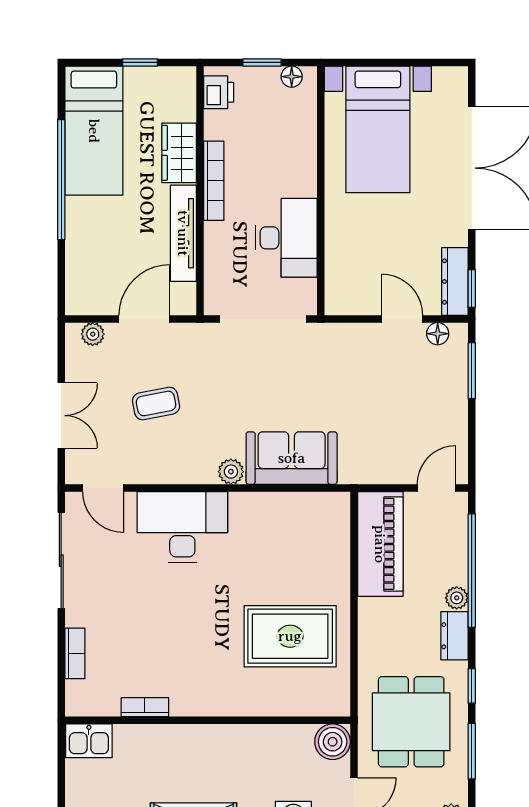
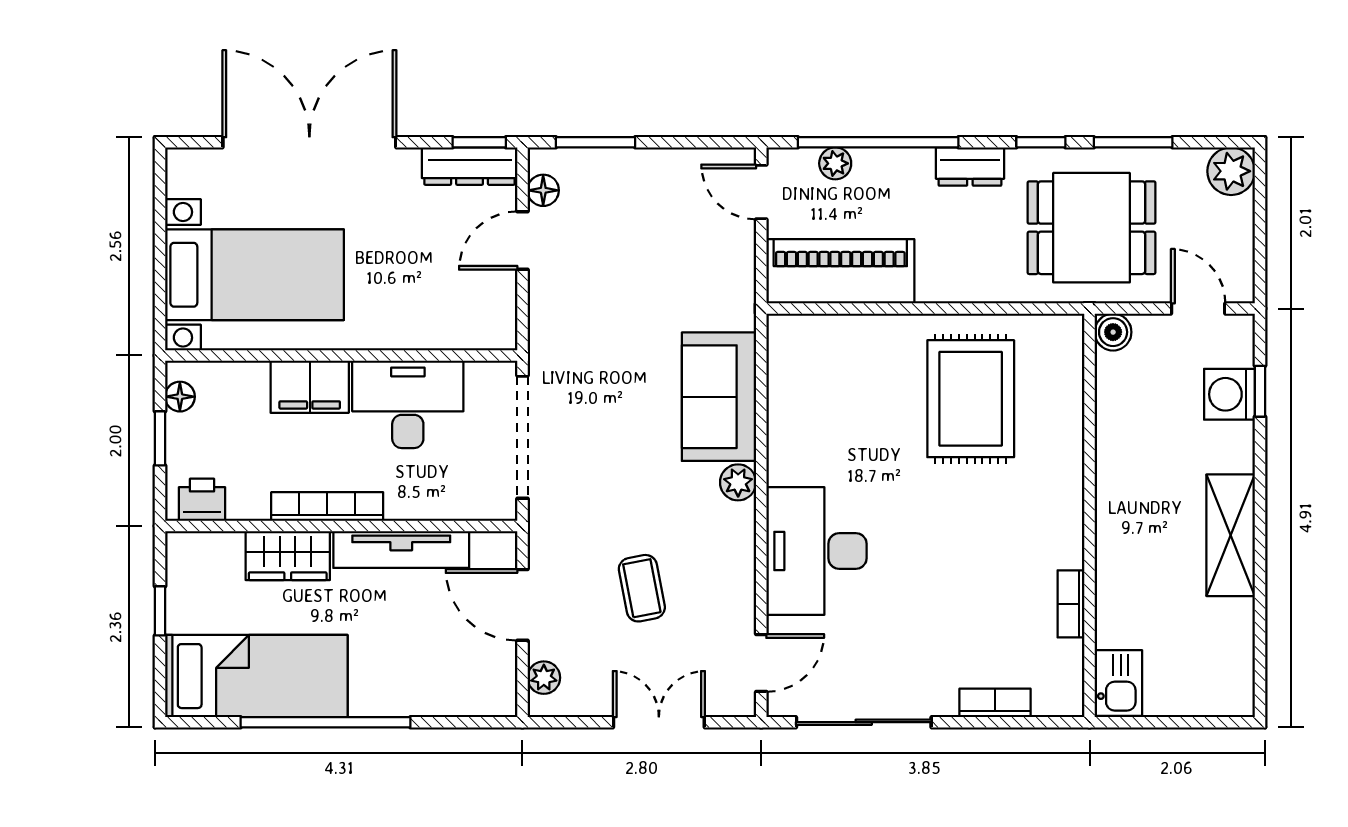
filing cabinet: (299, 168) -> (310, 387), added
plant: (457, 598) -> (835, 163), moved
boiler: (333, 742) -> (1113, 332), width x0.73, depth x0.73

